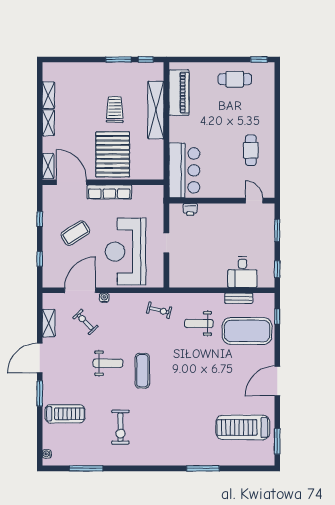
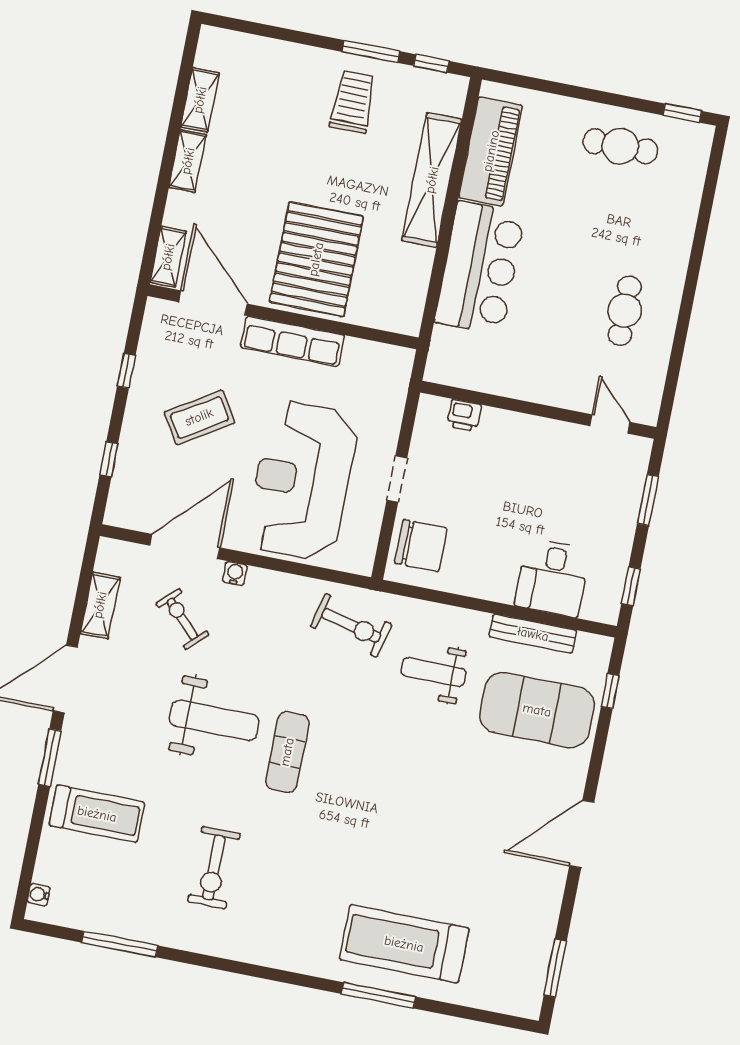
trolley: (115, 109) -> (353, 102), moved
bar counter: (184, 170) -> (480, 268), moved
chair: (183, 270) -> (421, 545), added
bench: (239, 298) -> (533, 634), width x1.36
exercise bike: (159, 310) -> (351, 625), width x1.38, depth x1.39
weight bench: (108, 363) -> (214, 720), width x1.36, depth x1.33
treadmill: (243, 427) -> (404, 944), moved

